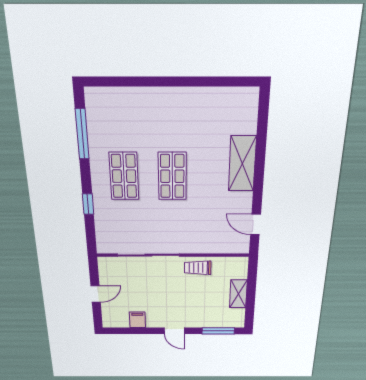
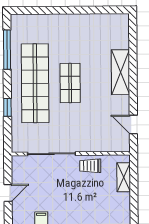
shop shelf: (124, 176) -> (35, 83), width x2.00, depth x1.36
shelving: (238, 294) -> (124, 177), moved

